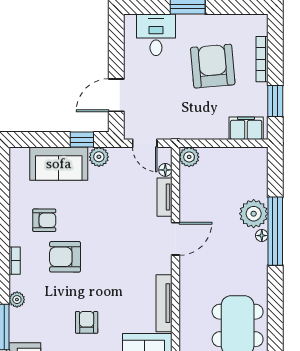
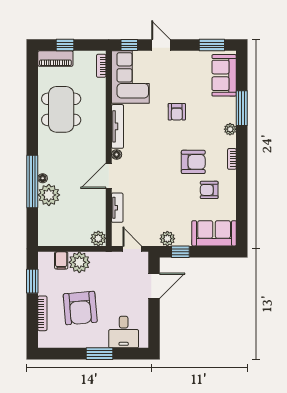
plant: (214, 126) -> (79, 262), added
filing cabinet: (246, 128) -> (61, 260), width x0.50
sofa: (59, 164) -> (214, 233), moved
floor lamp: (165, 170) -> (117, 155), moved

